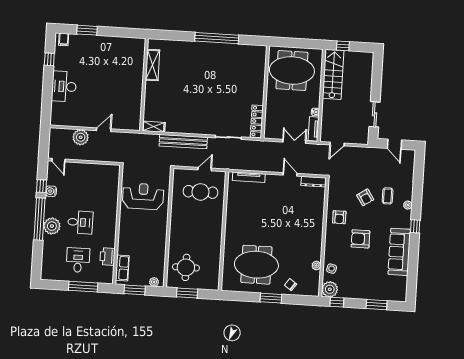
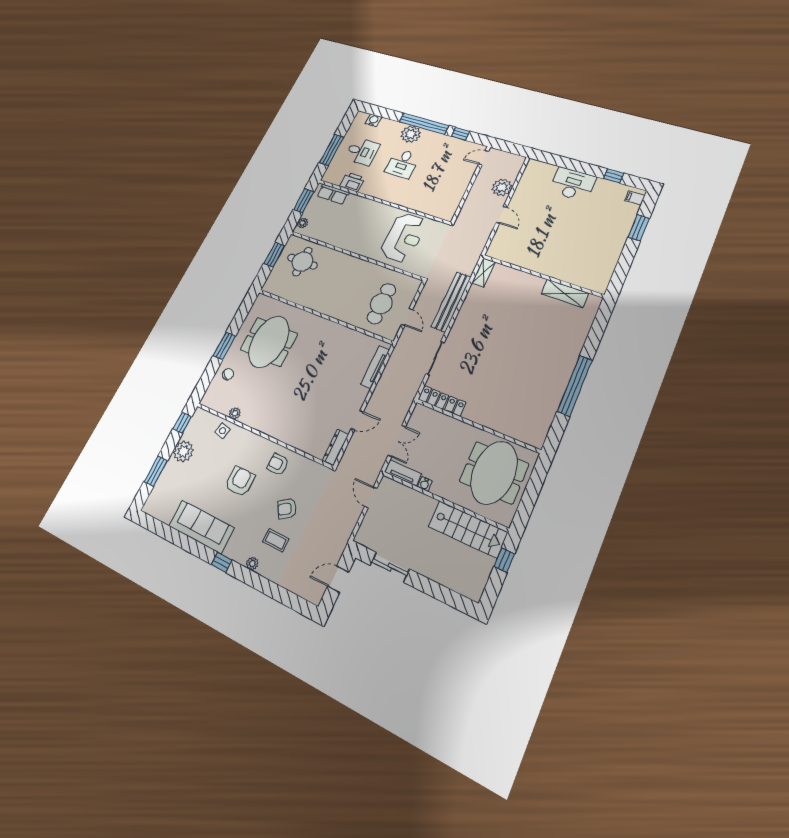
water cooler: (51, 191) -> (373, 120), moved
plant: (330, 289) -> (183, 451), moved

